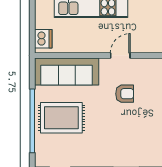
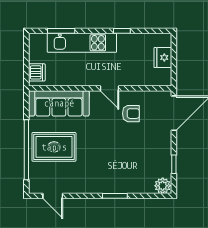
door: (120, 56) -> (109, 88), swing flipped
armchair: (125, 94) -> (131, 114), moved

